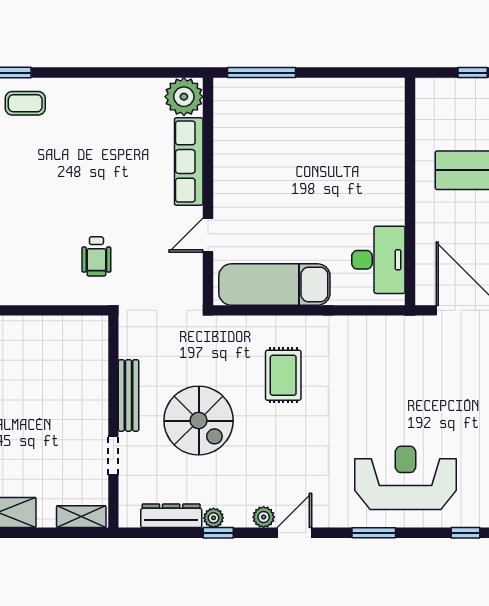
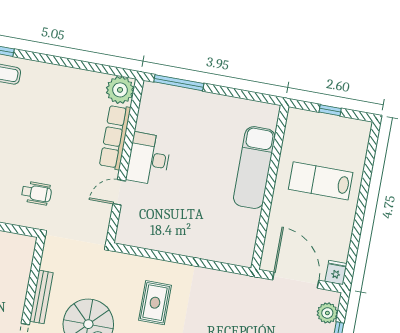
wheelchair: (96, 256) -> (36, 193), turned -90
desk: (378, 260) -> (149, 159), moved, turned 180
exam couch: (274, 284) -> (254, 168), moved, turned -90

